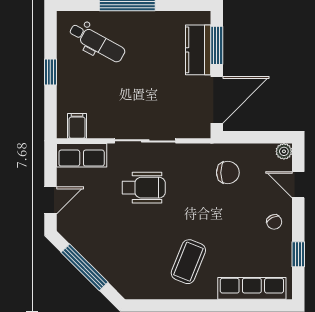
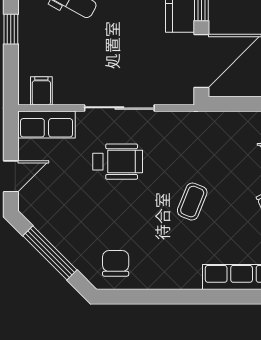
chair: (228, 173) -> (116, 263), moved, turned -90
coffee table: (188, 262) -> (192, 202), moved, width x0.73, depth x0.77

